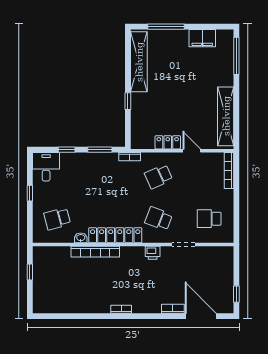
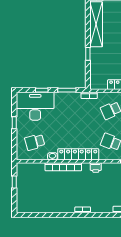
desk: (46, 167) -> (35, 106), width x1.87, depth x1.30
printer: (153, 253) -> (96, 168), moved

